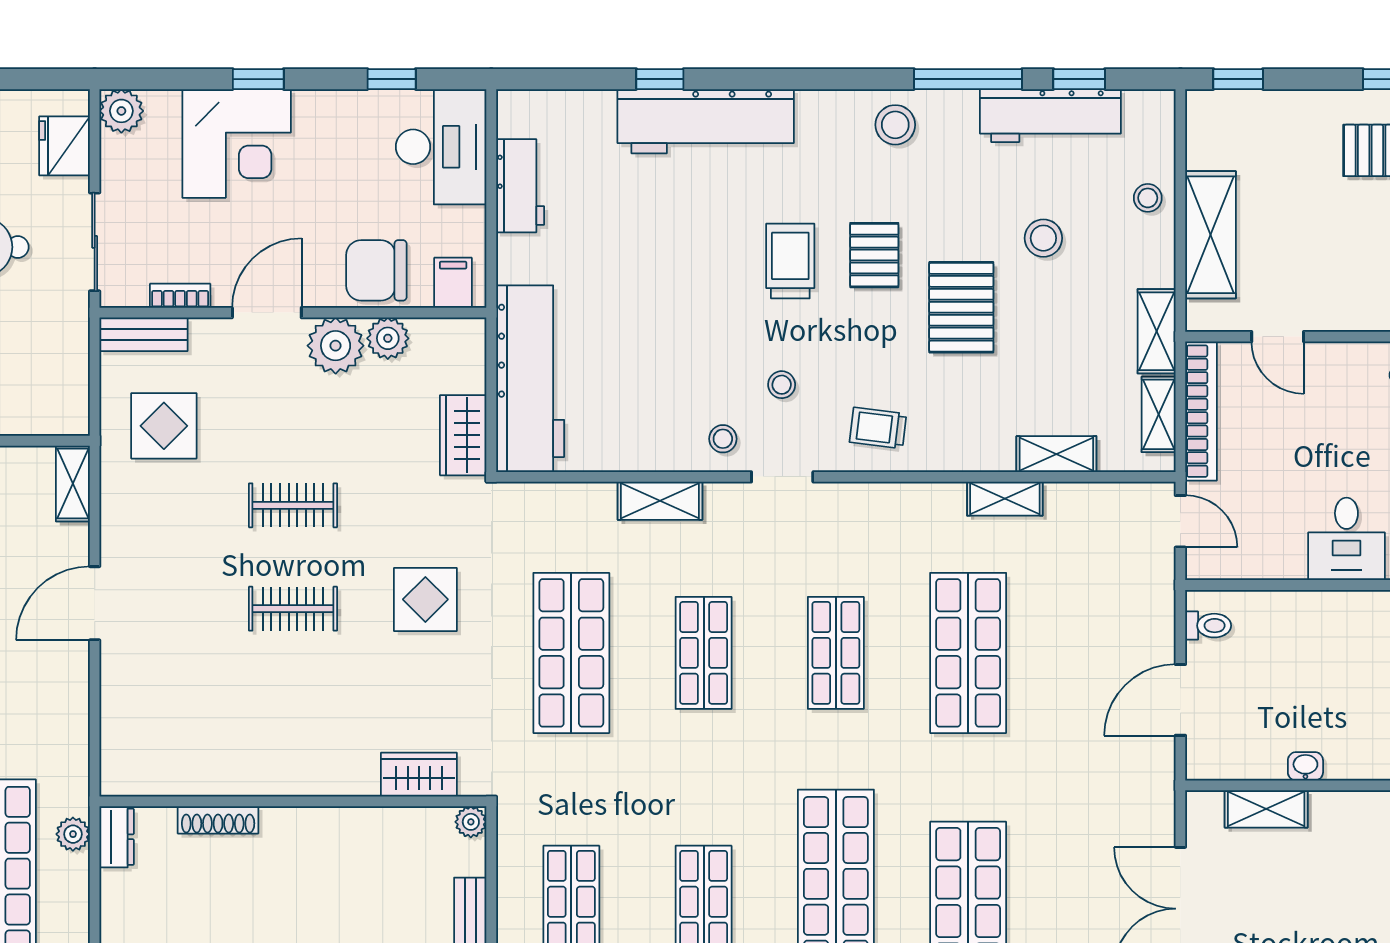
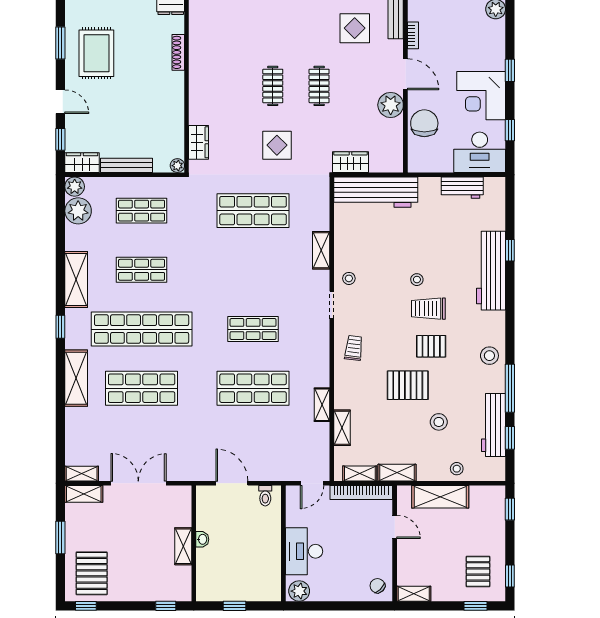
corner desk: (237, 143) -> (481, 96), moved
trolley: (790, 261) -> (428, 309), turned 180
filing cabinet: (453, 283) -> (419, 158), removed
door: (1278, 337) -> (395, 527), swing flipped
plant: (388, 338) -> (394, 128), removed
stool: (782, 385) -> (417, 280), moved
desk: (1346, 539) -> (304, 551), width x1.37
shop shelf: (704, 653) -> (253, 270), removed
shelving: (1266, 809) -> (183, 546), moved

